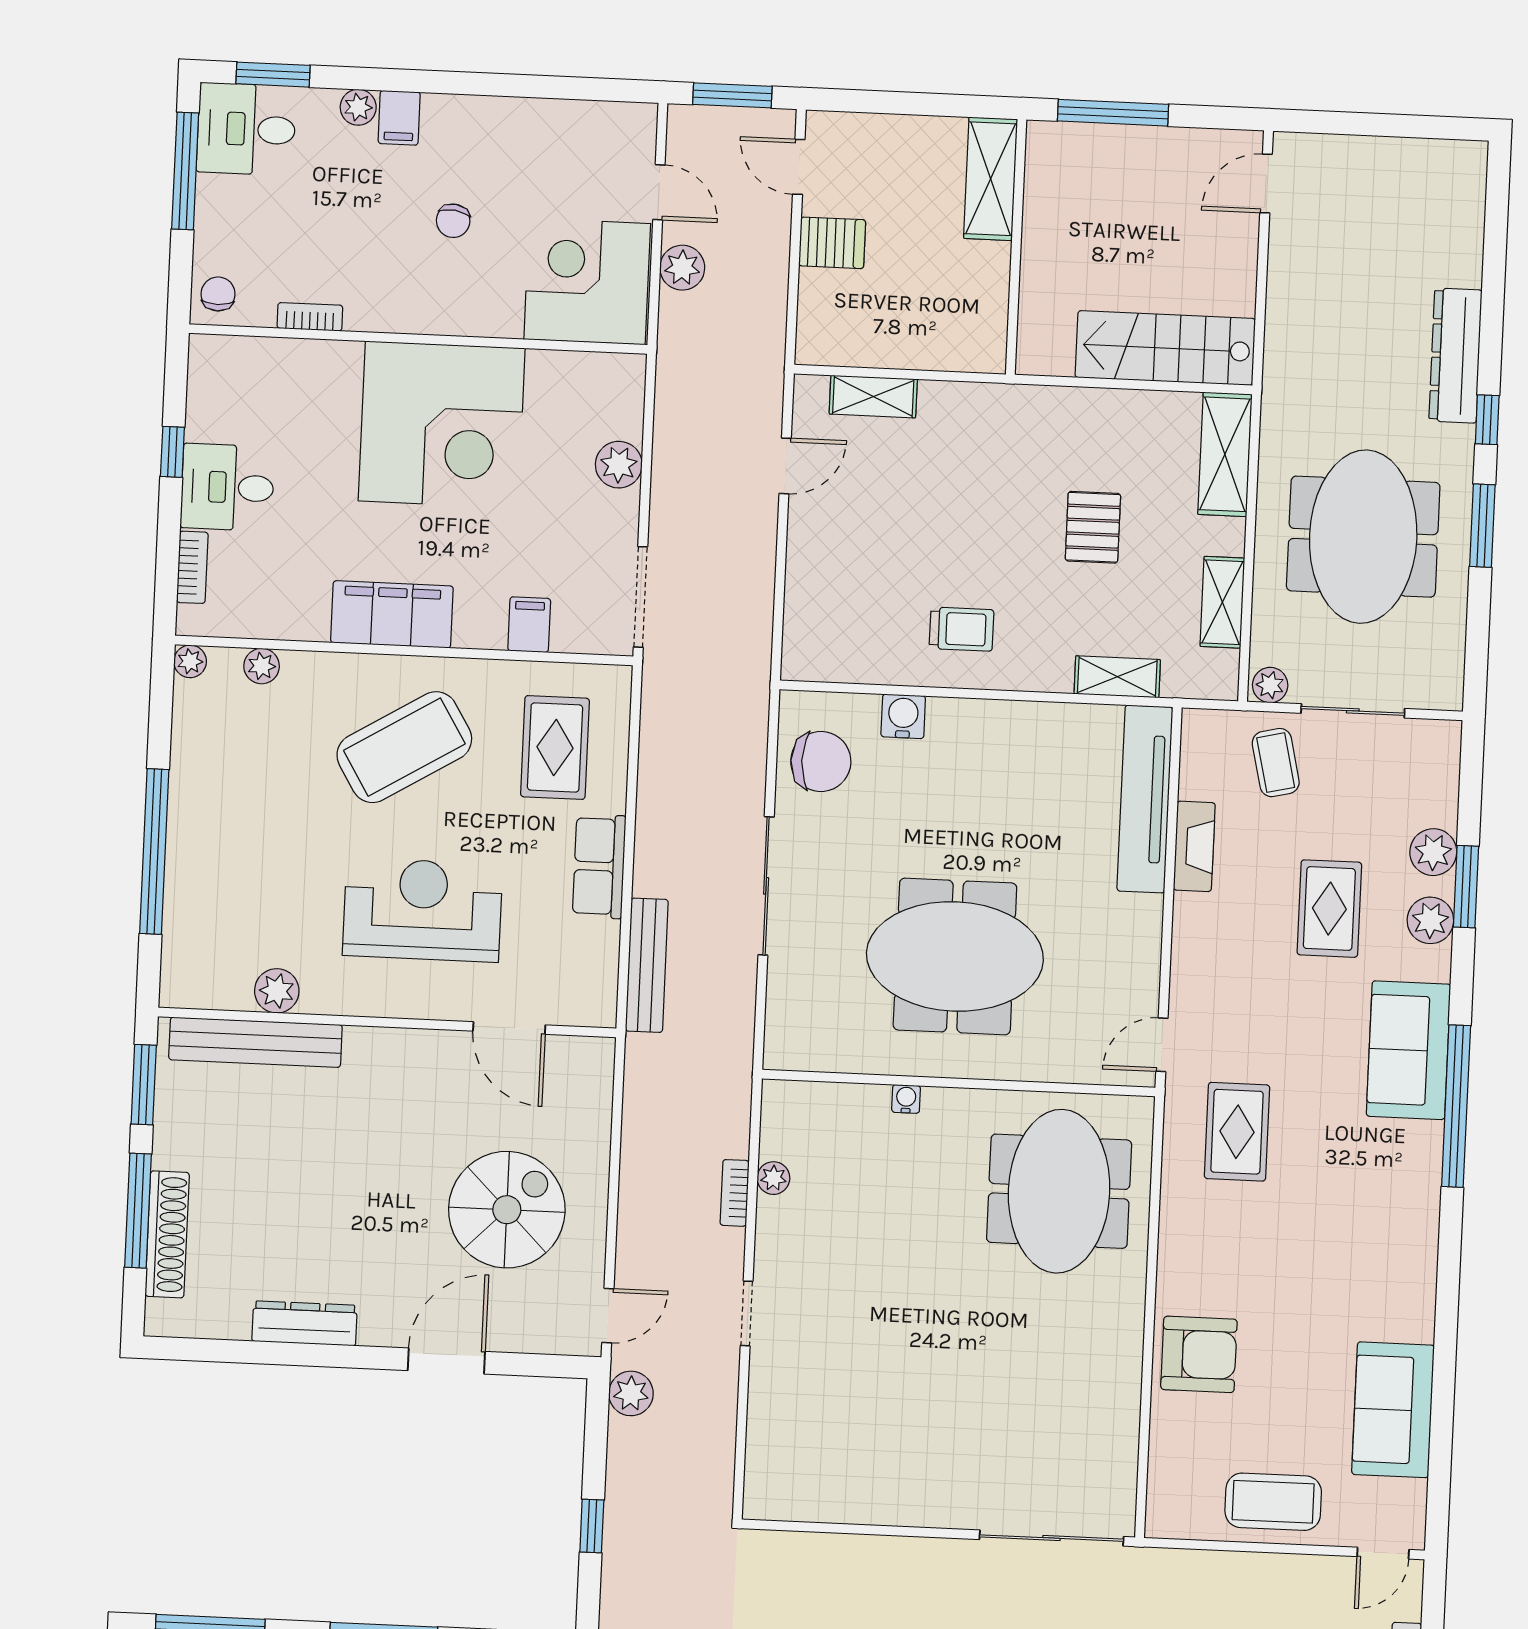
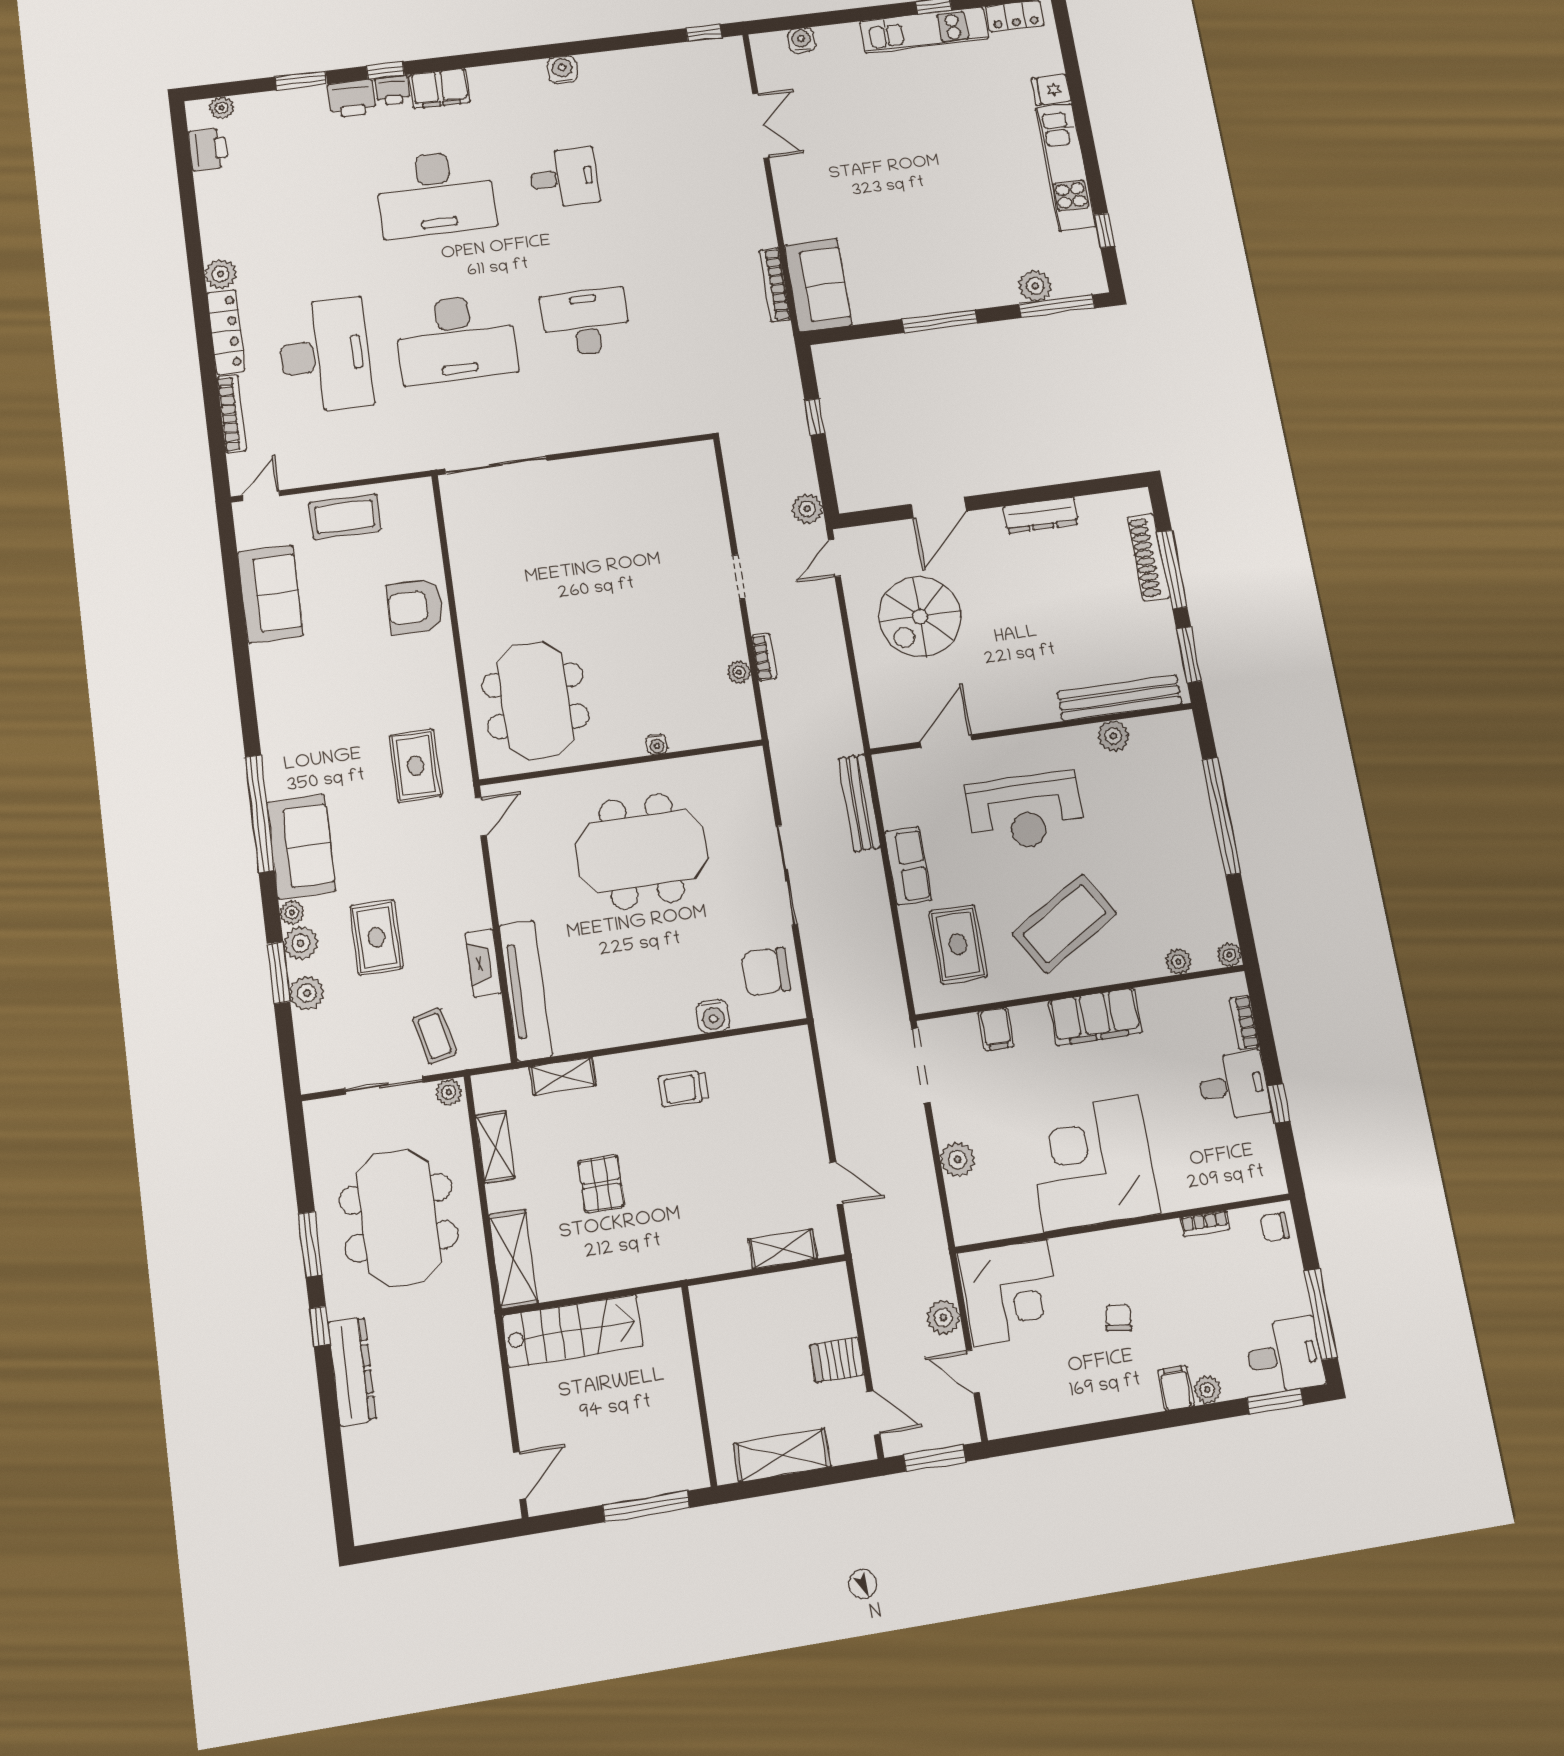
shelving: (991, 179) -> (782, 1455), moved, turned 90
chair: (218, 294) -> (1275, 1227), turned 90
door: (785, 466) -> (837, 1183), swing flipped
plant: (1435, 964) -> (292, 912), added
door: (509, 1028) -> (946, 741), hinge flipped

